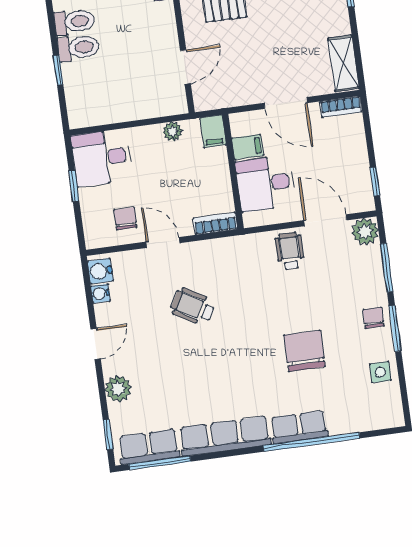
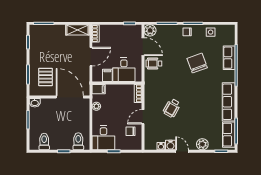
toilet: (78, 48) -> (78, 141), moved
door: (185, 67) -> (70, 97), width x1.87
door: (325, 220) -> (143, 47), swing flipped
water cooler: (100, 271) -> (170, 145), moved
chair: (305, 351) -> (197, 63), turned 70
row of seats: (299, 427) -> (229, 58), moved

